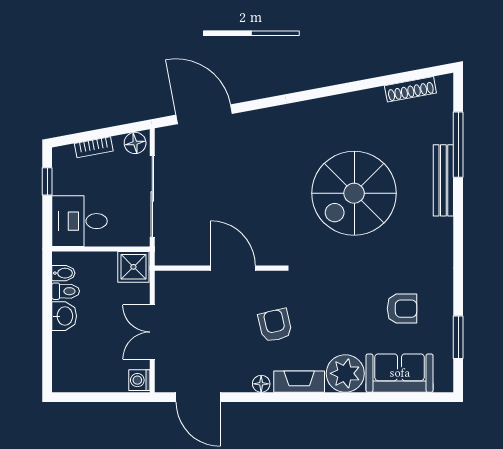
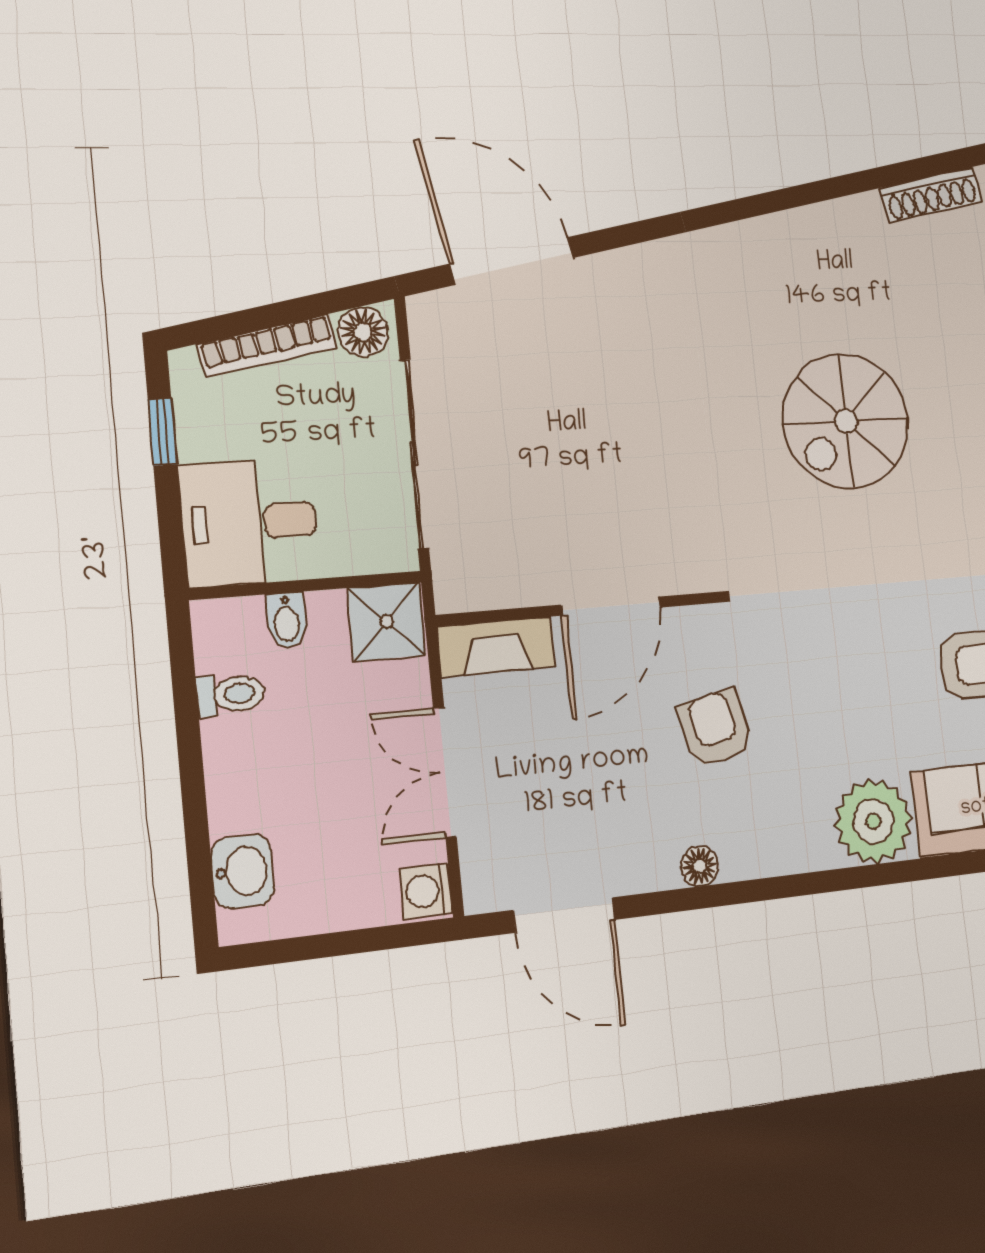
bookcase: (94, 147) -> (267, 346), width x1.56
spiral stairs: (354, 193) -> (846, 421), width x0.73, depth x0.73
door: (233, 268) -> (611, 606), swing flipped
bidet: (63, 273) -> (287, 620), moved, turned 90
washbasin: (64, 316) -> (243, 871), moved
fireplace: (299, 382) -> (496, 647), moved, turned 180

